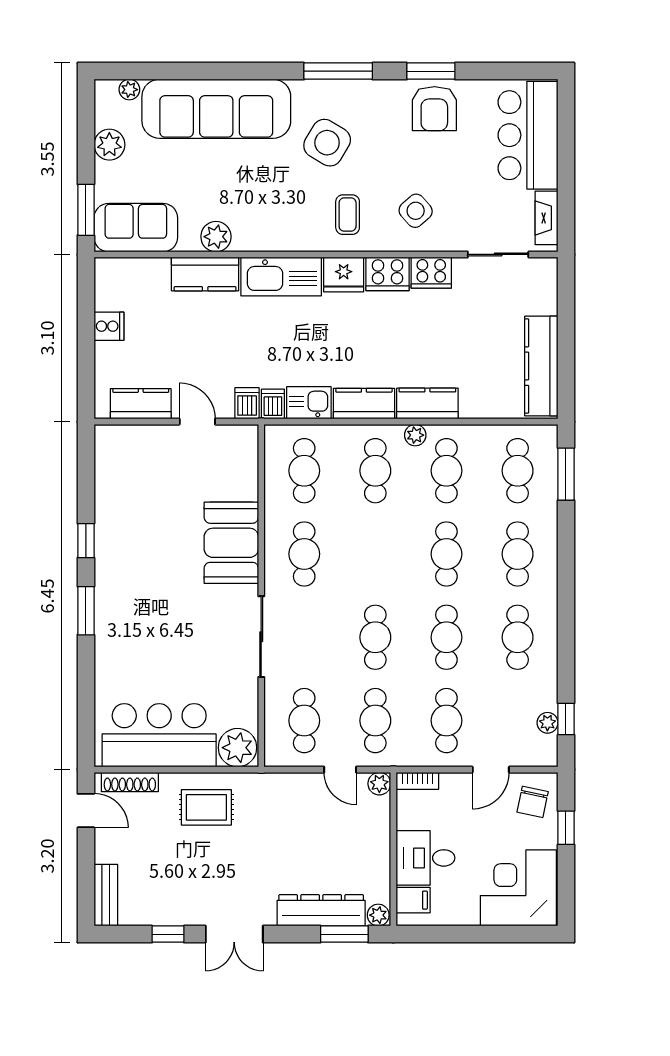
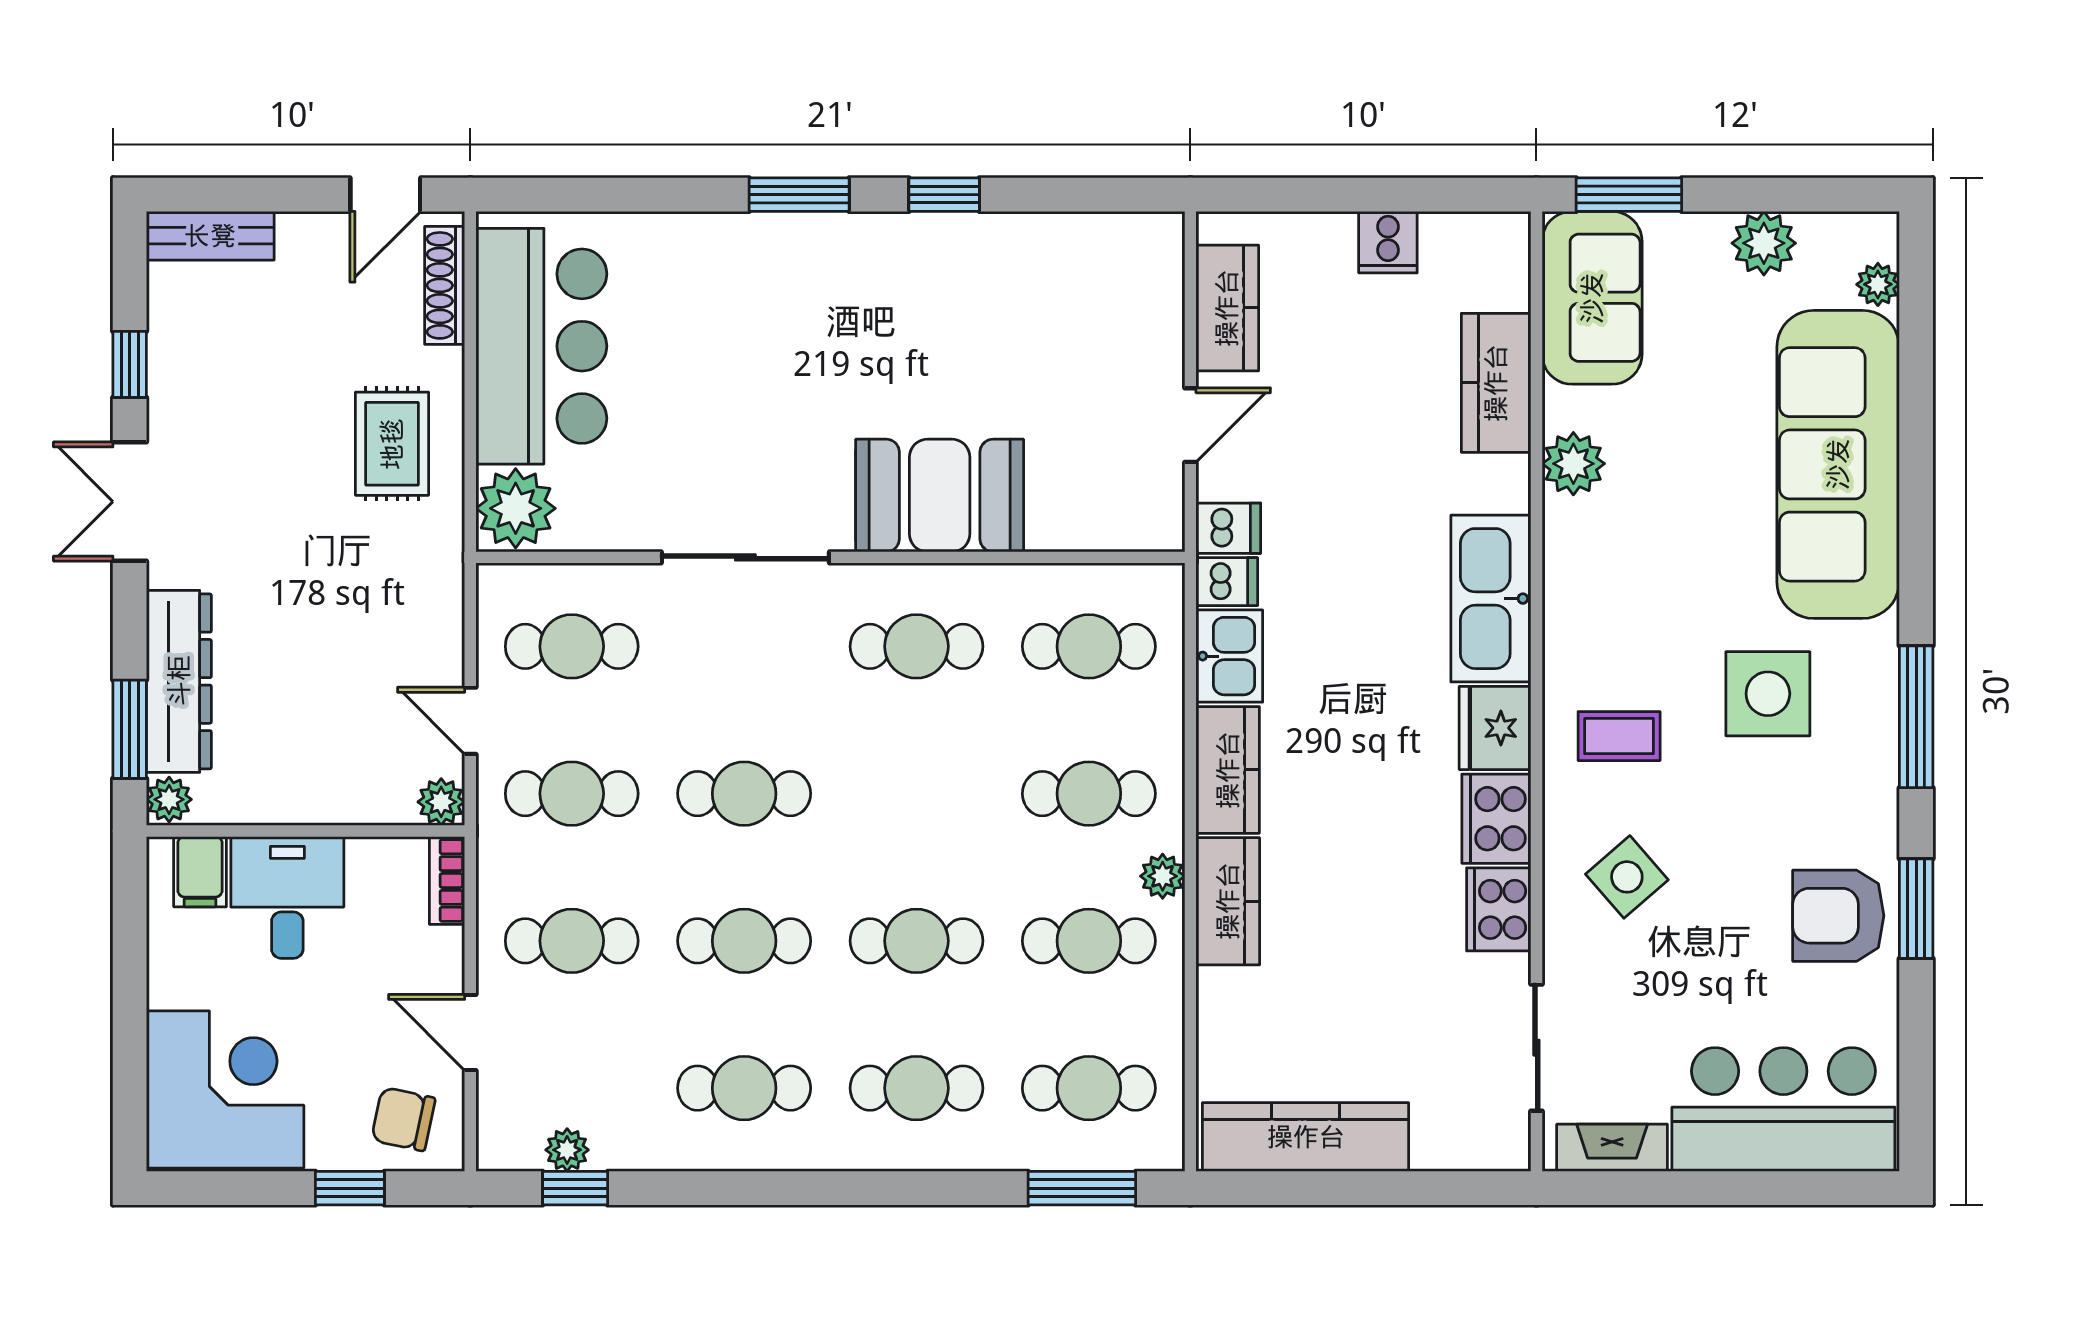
side table: (327, 143) -> (1768, 694), turned -31
kitchen counter: (205, 274) -> (1496, 383), moved
door: (340, 770) -> (470, 721), hinge flipped

